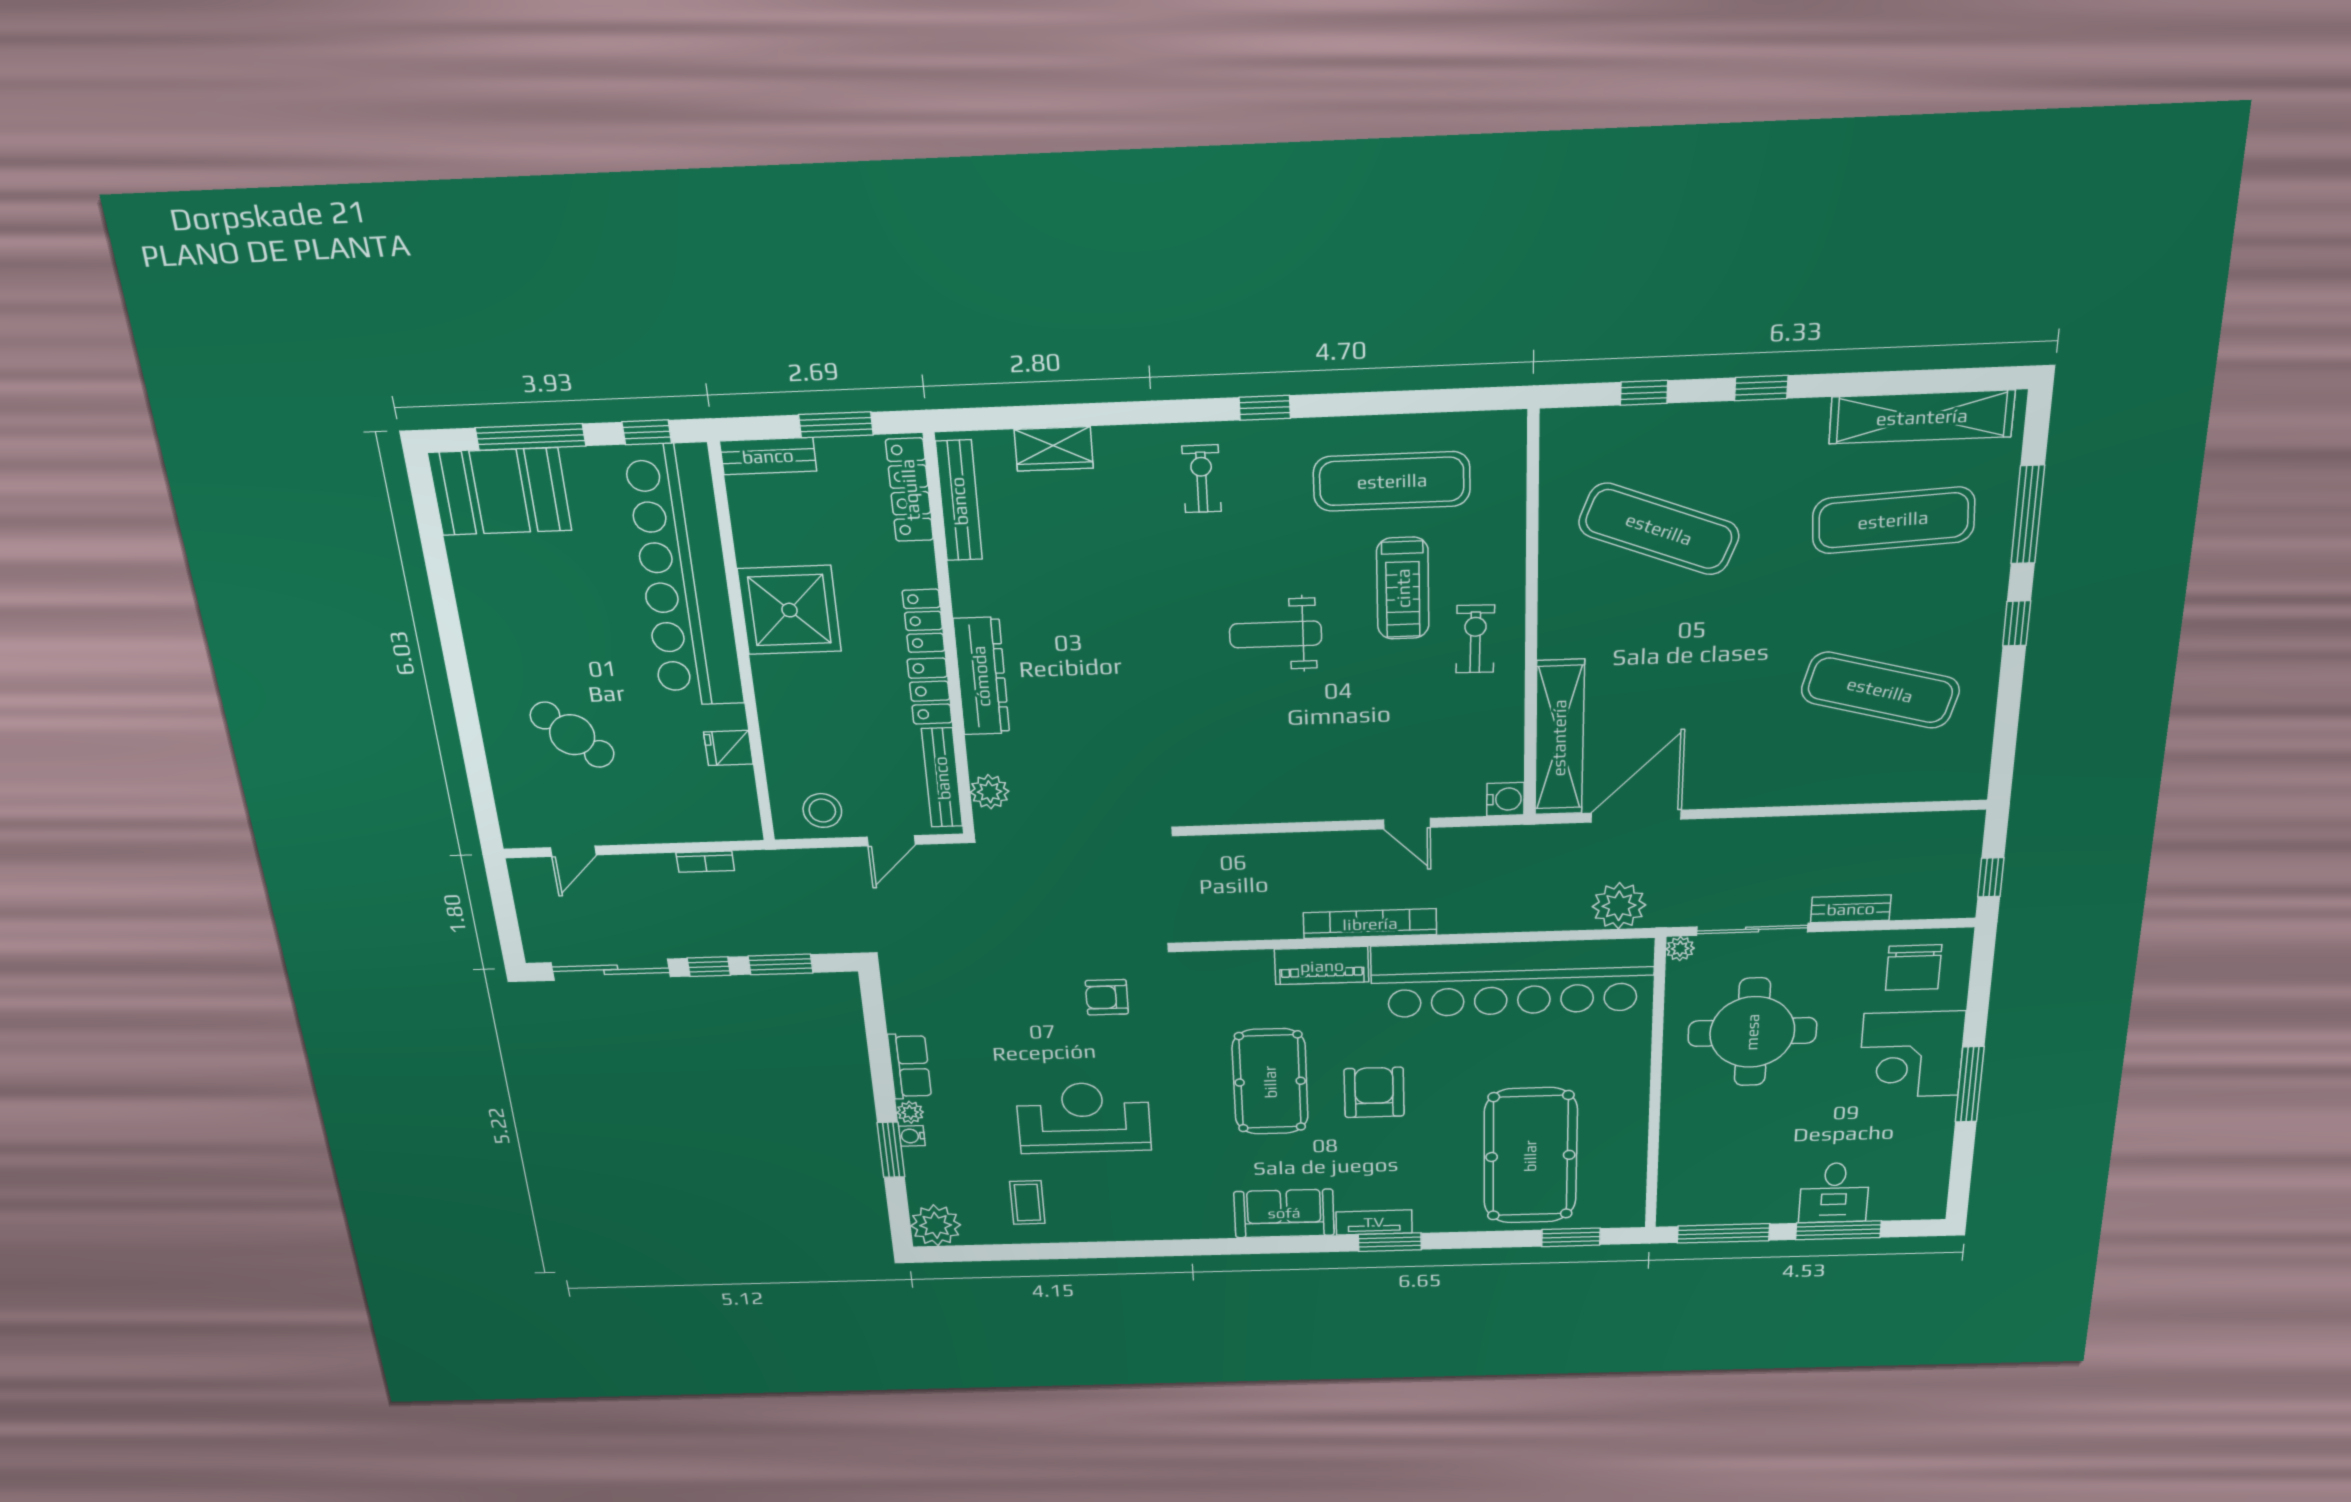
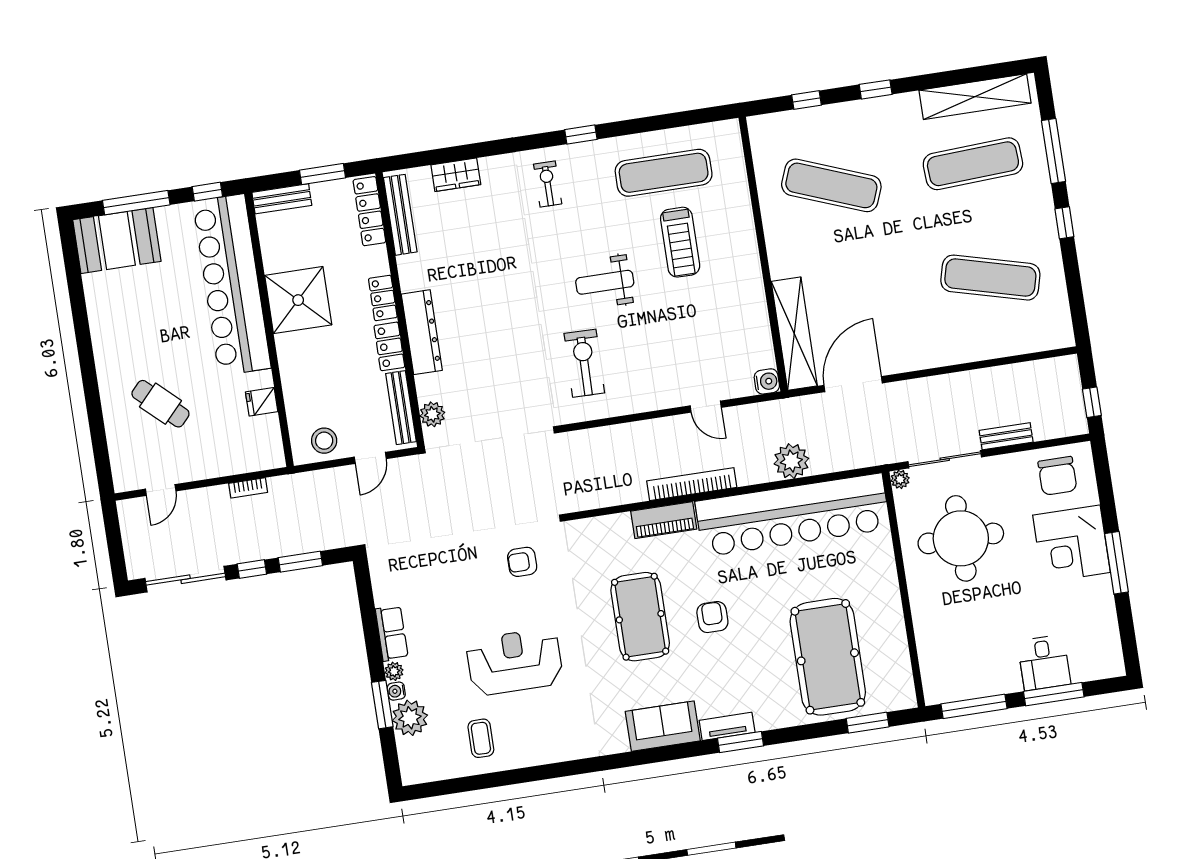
exercise bike: (1475, 639) -> (584, 363), moved, width x1.38, depth x1.39
plant: (1619, 906) -> (791, 461), moved
armchair: (1374, 1092) -> (712, 617), width x0.72, depth x0.72
plant: (936, 1225) -> (410, 718), moved

